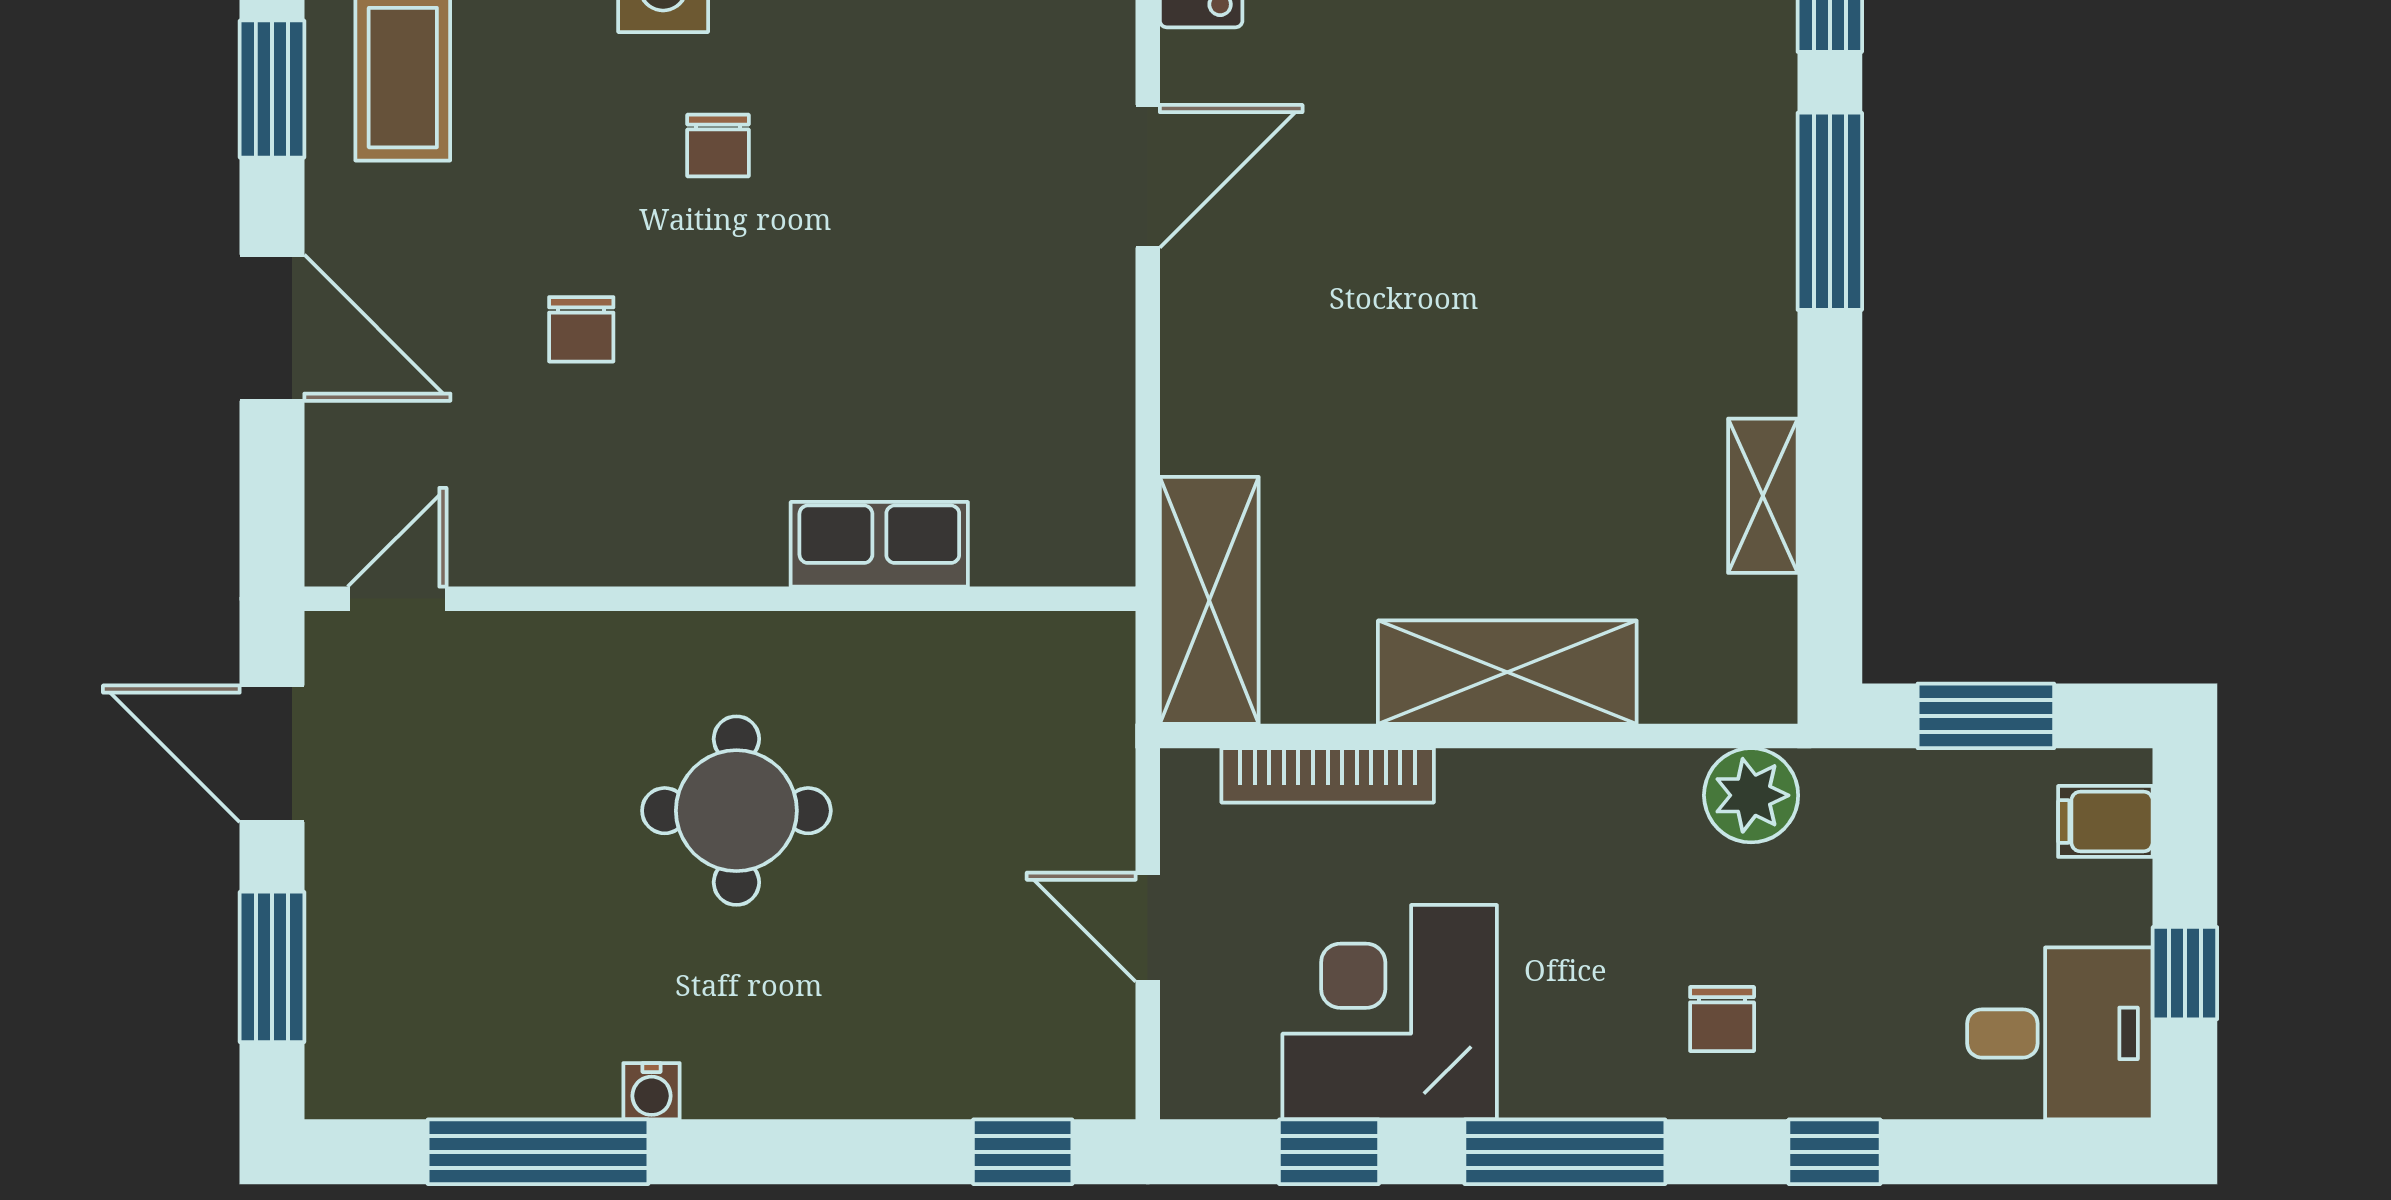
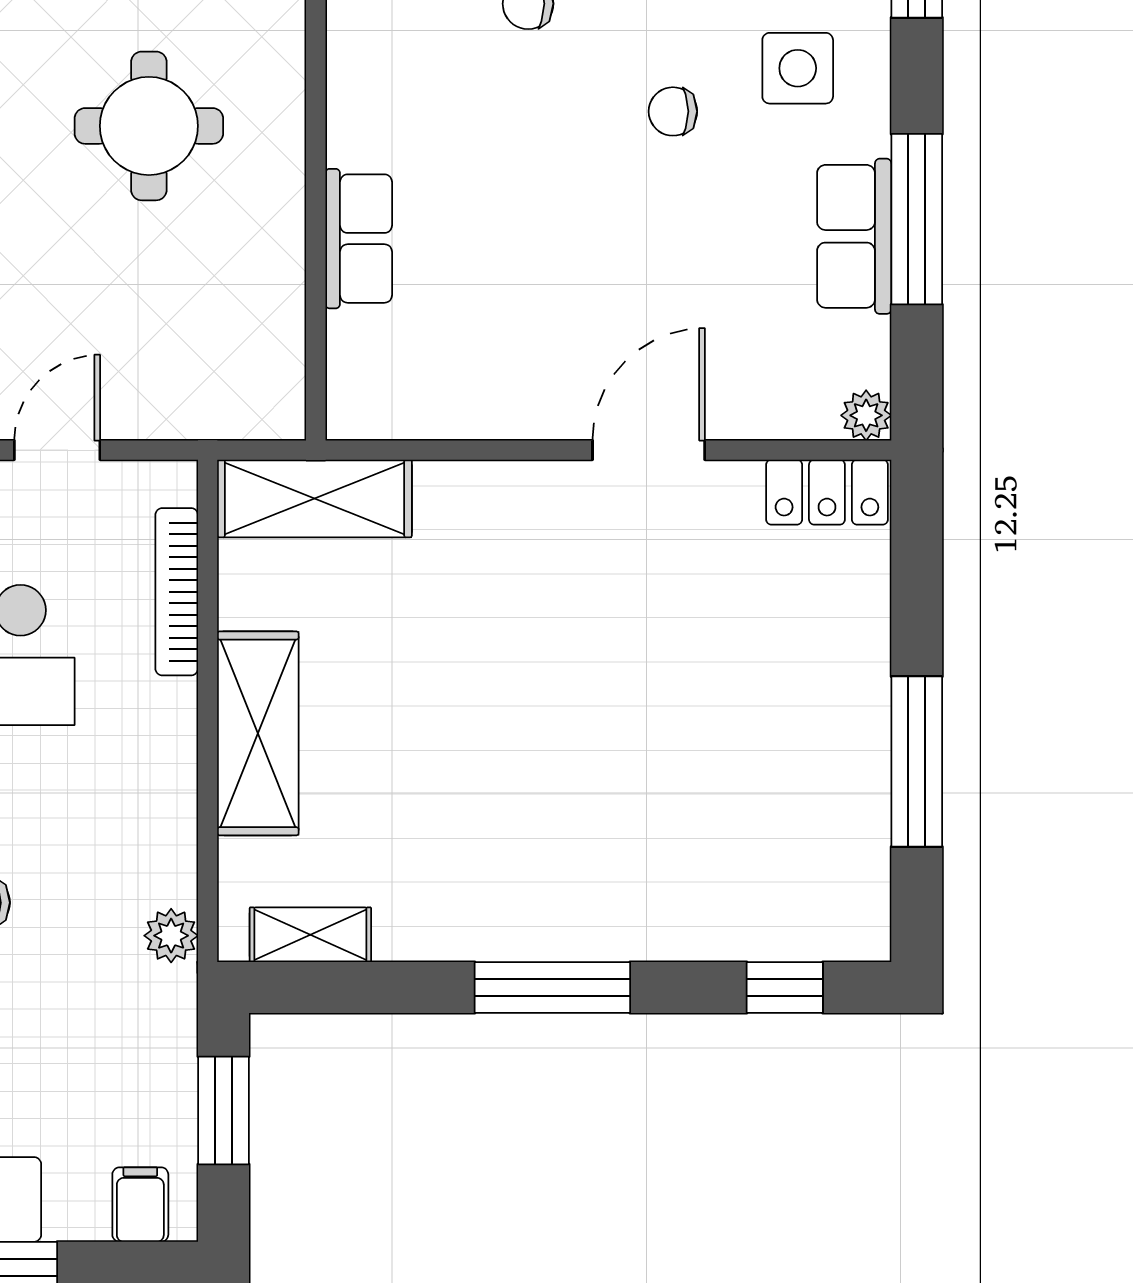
door: (1148, 176) -> (649, 450), swing flipped
window: (1830, 211) -> (552, 987), moved
shelving: (1763, 496) -> (310, 935), moved
plant: (1751, 795) -> (171, 936), width x0.73, depth x0.73

